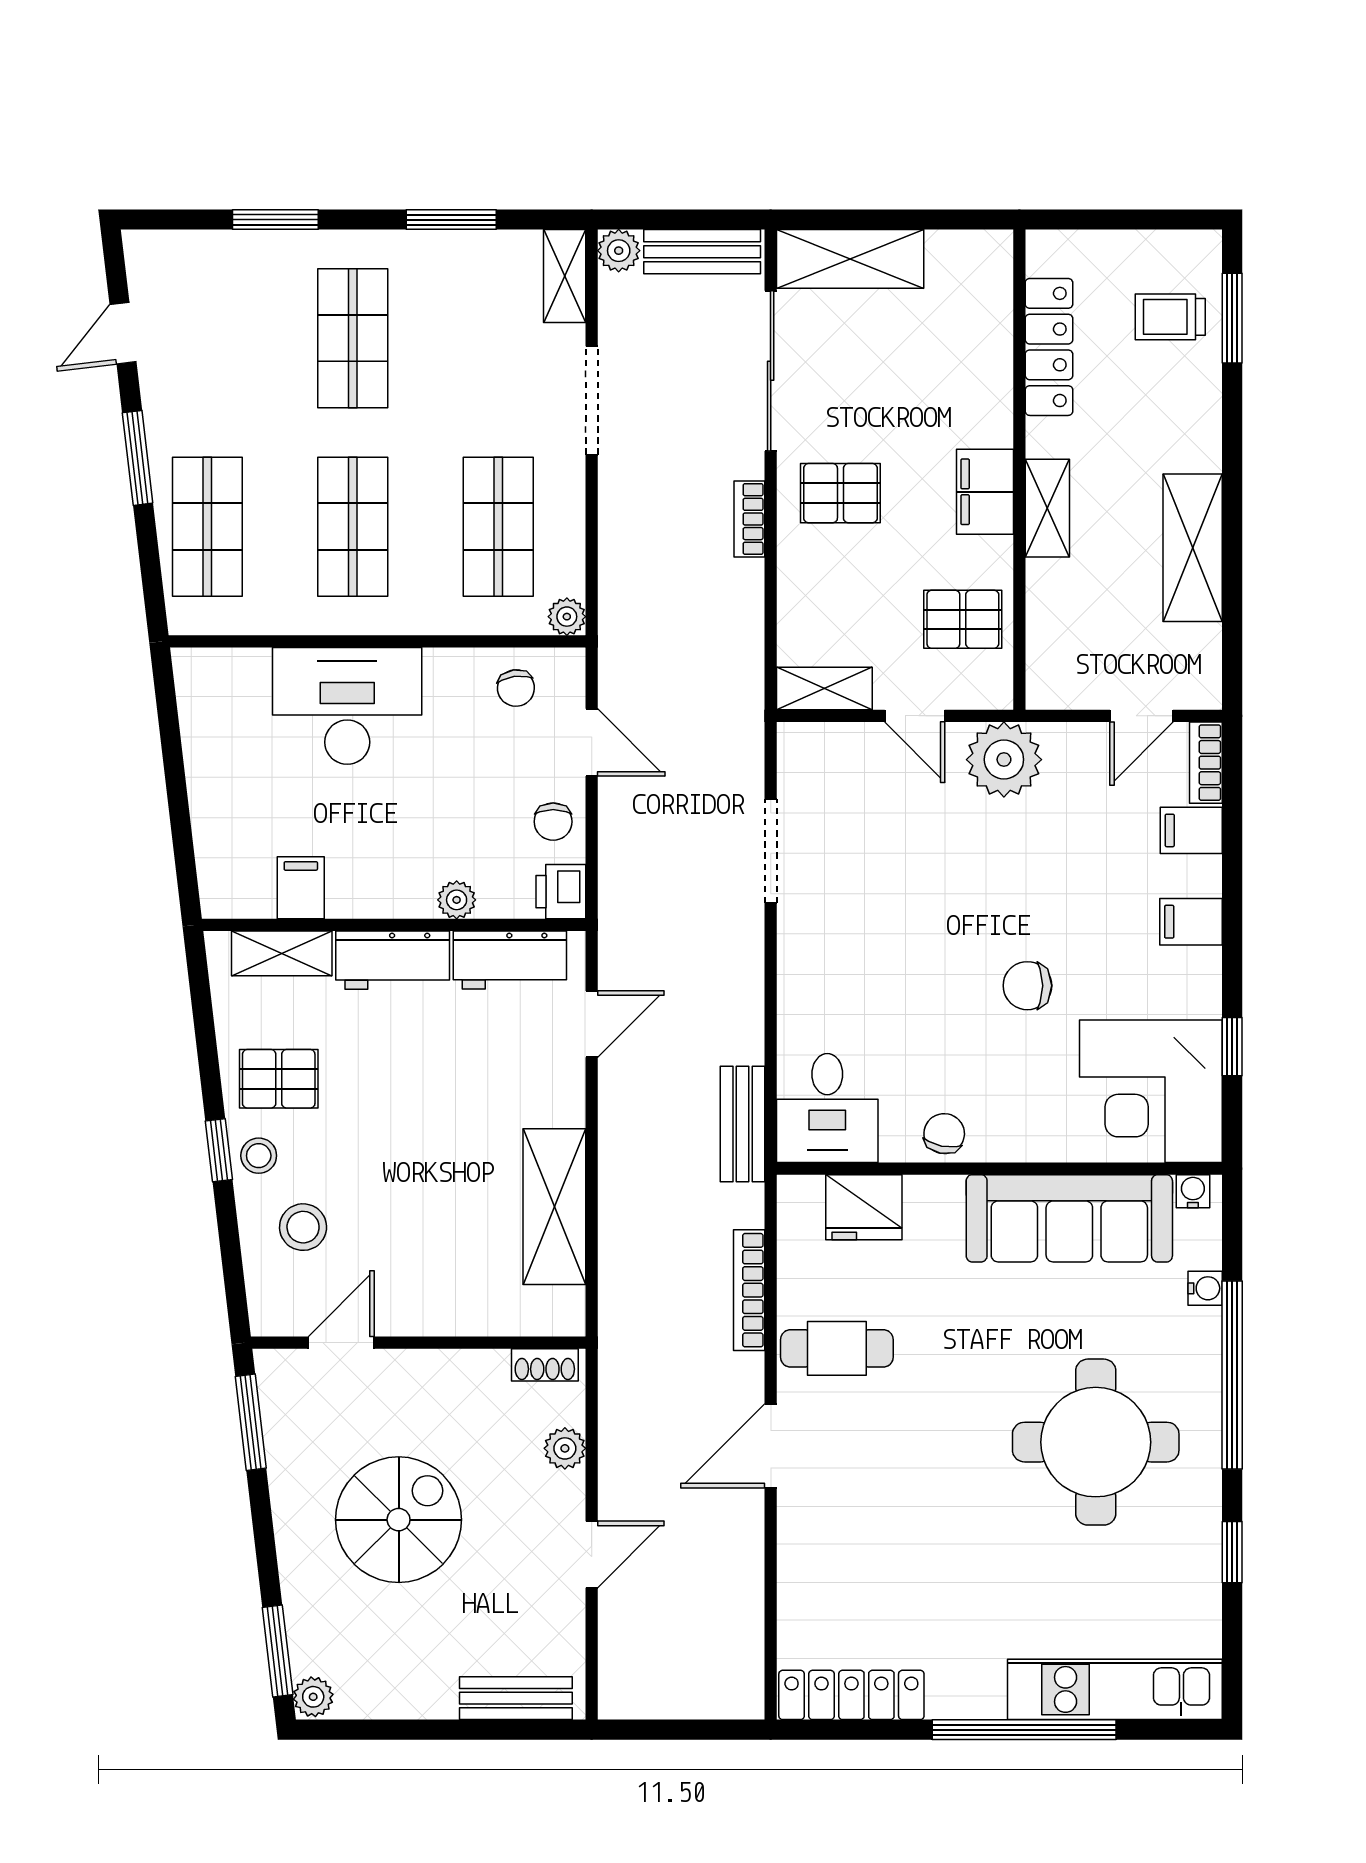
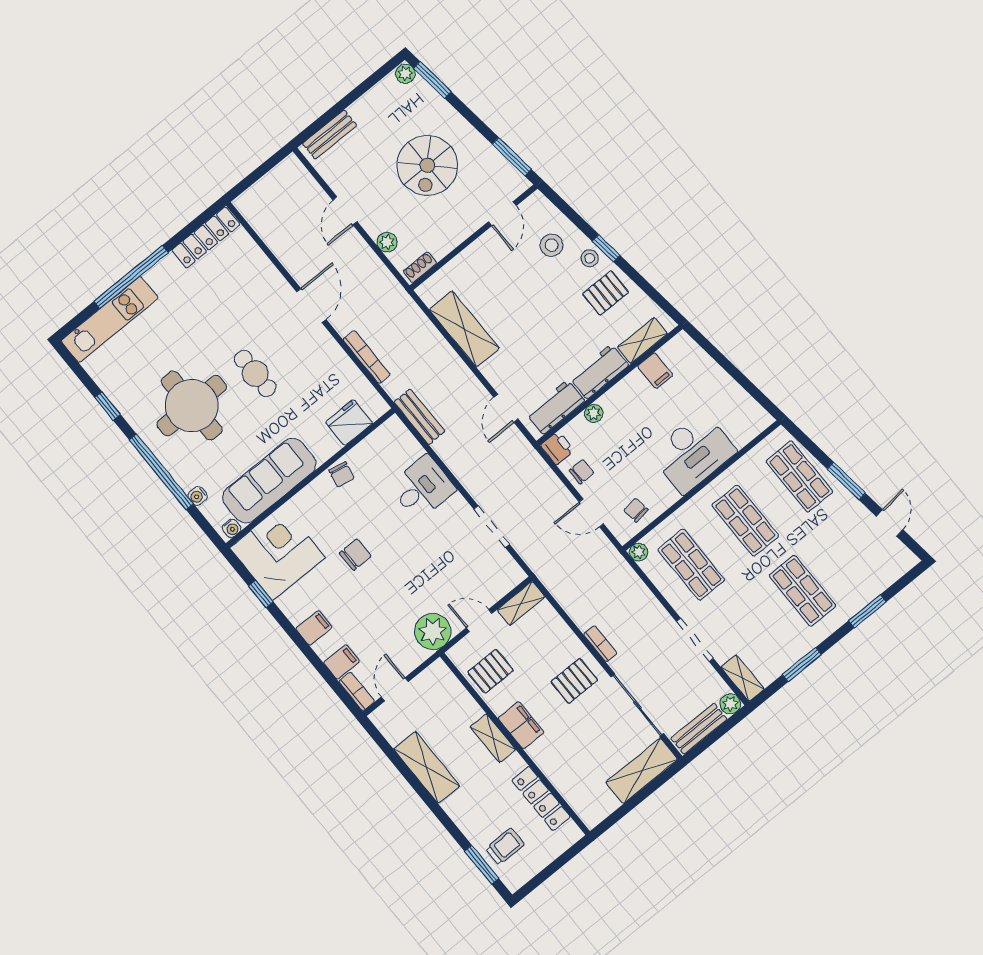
chair: (553, 822) -> (582, 472), turned 90
desk: (827, 1108) -> (422, 488), moved, turned 90
cafe table: (837, 1348) -> (255, 374), moved, turned 90

